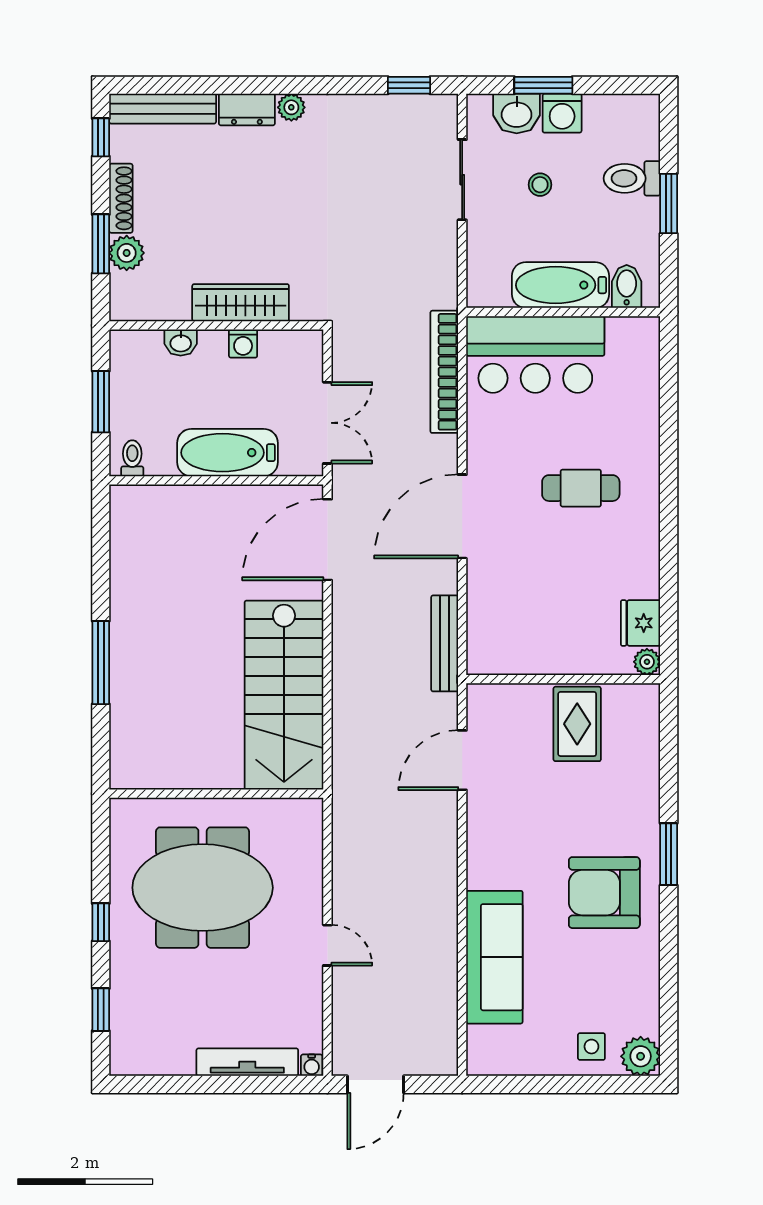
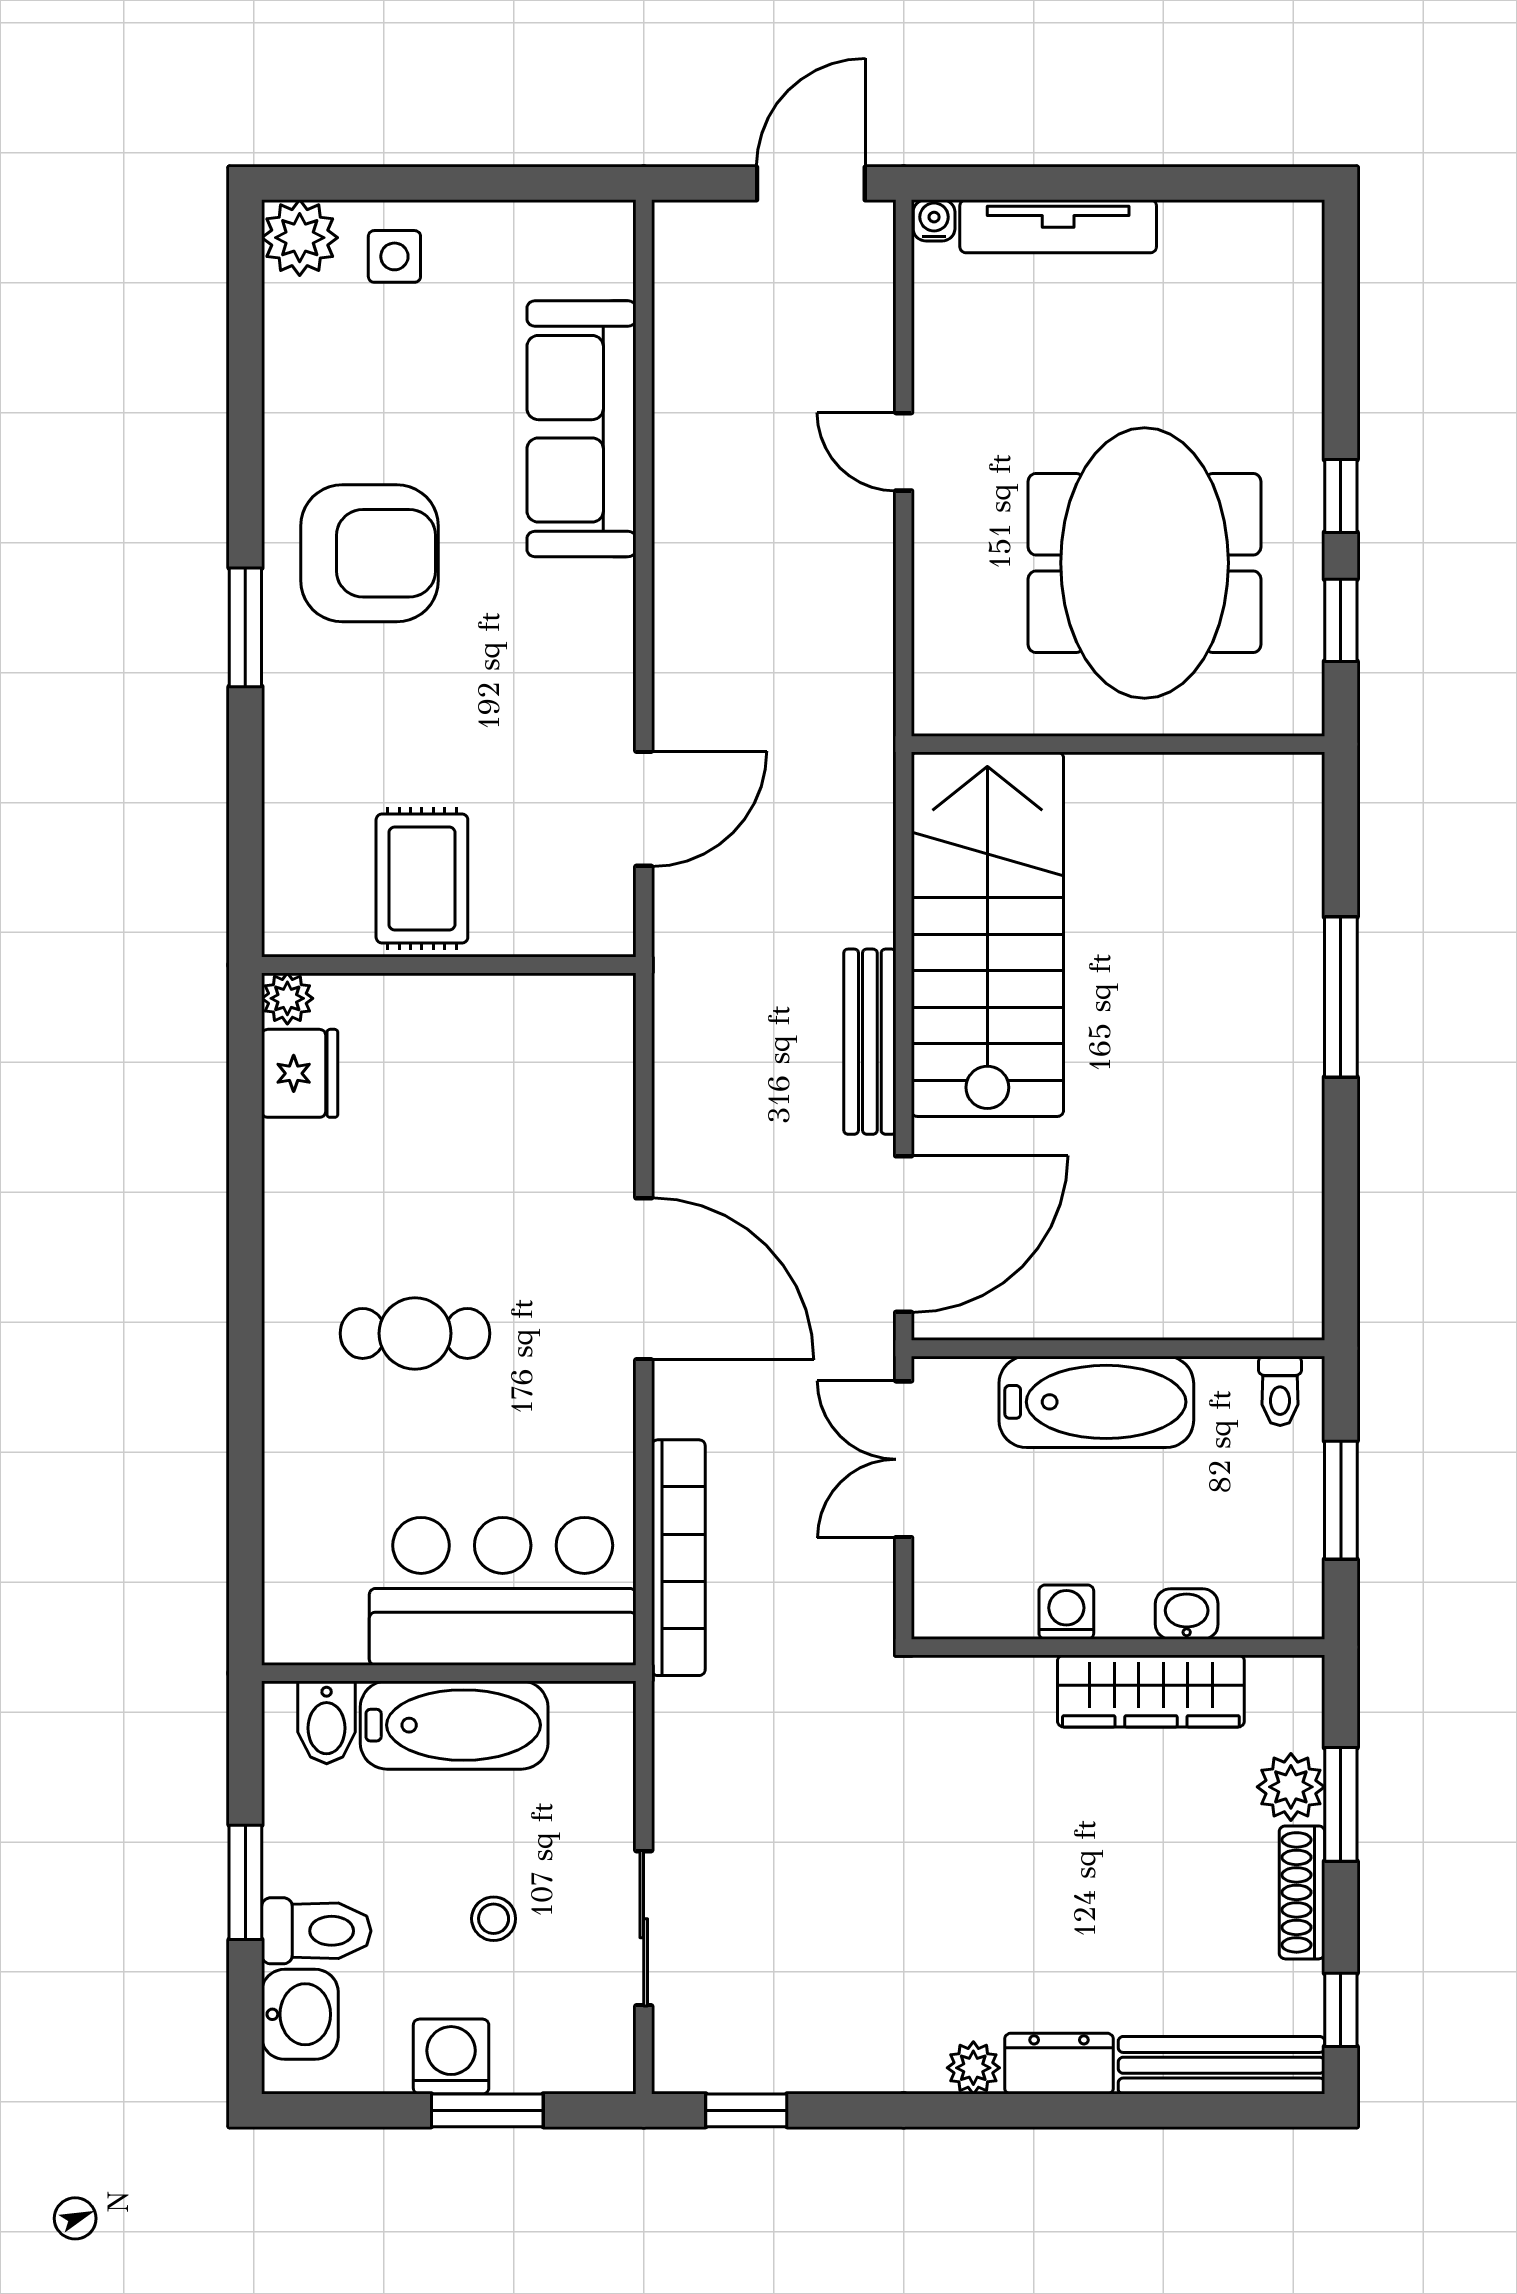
washbasin: (517, 113) -> (300, 2014), moved, turned 90
wardrobe: (241, 303) -> (1151, 1691), moved
door: (462, 516) -> (644, 1279), hinge flipped
bench: (445, 643) -> (870, 1042), moved
meeting table: (203, 888) -> (1145, 563), turned 90
window: (101, 1010) -> (1341, 620), moved

